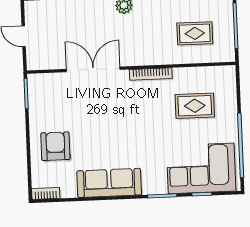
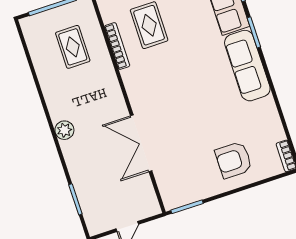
bookcase: (151, 74) -> (117, 46), moved
sofa: (109, 183) -> (247, 66), moved

